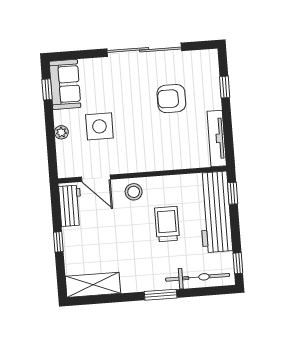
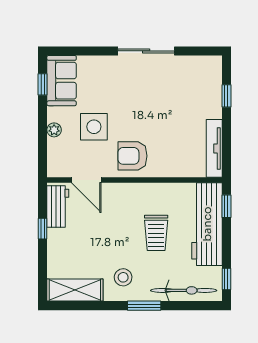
sliding door: (144, 50) -> (146, 51), width x0.73
armchair: (171, 99) -> (132, 156), moved
stool: (134, 192) -> (123, 277), moved
trolley: (167, 224) -> (156, 233), turned 180
window: (58, 242) -> (43, 229), moved

